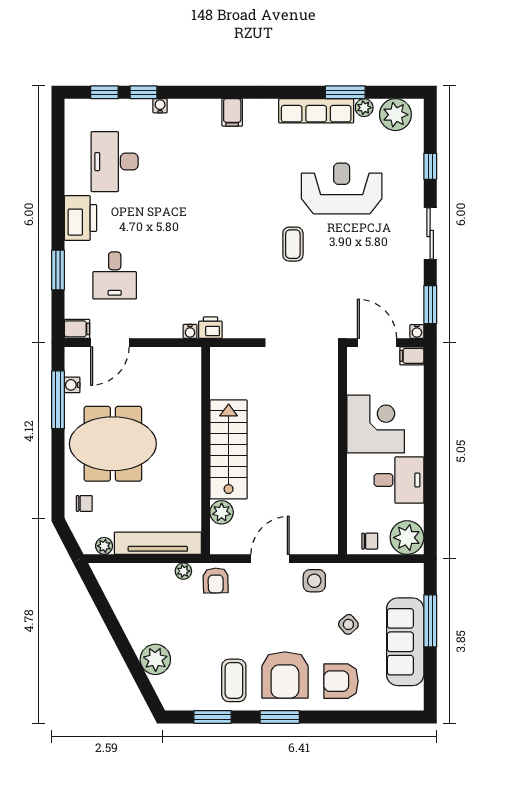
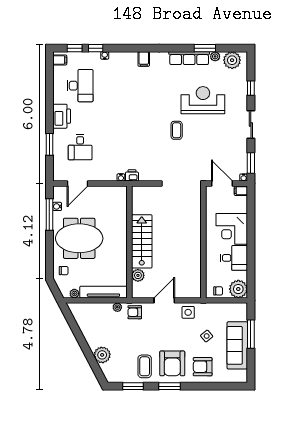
desk: (115, 162) -> (80, 86), turned 180
filing cabinet: (77, 329) -> (60, 60), moved
corner desk: (376, 424) -> (232, 229), moved, turned 180
armchair: (216, 580) -> (135, 312), turned 91

